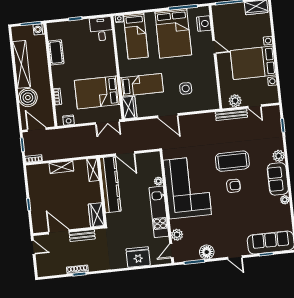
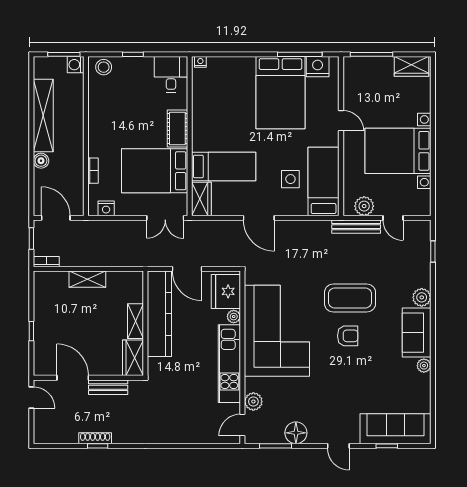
nightstand: (204, 24) -> (318, 67), moved, turned -90
stool: (57, 29) -> (104, 67), added
bed: (136, 36) -> (324, 181), moved, turned 180
cot: (56, 52) -> (177, 129), moved
boiler: (28, 98) -> (41, 161), width x0.54, depth x0.54
shelving: (93, 170) -> (135, 321), moved
fridge: (138, 257) -> (226, 291), moved, turned -90

